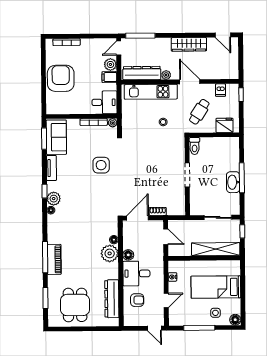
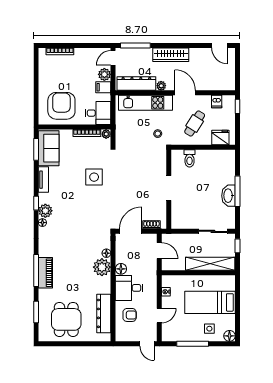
wardrobe: (189, 44) -> (171, 55), moved
armchair: (61, 78) -> (61, 106), moved
doorway: (187, 175) -> (169, 188), moved
wall: (187, 176) -> (169, 189), moved

